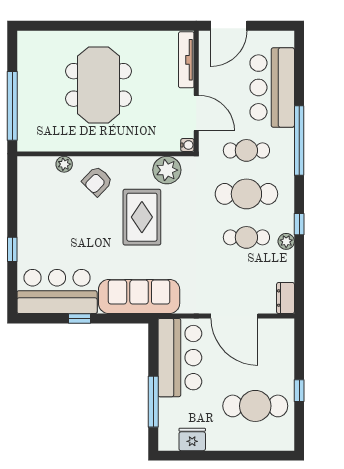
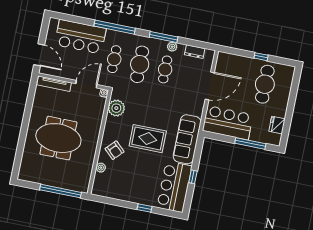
rug: (142, 217) -> (148, 139), moved
window: (299, 224) -> (164, 37), width x2.17
dresser: (286, 298) -> (195, 52), moved

